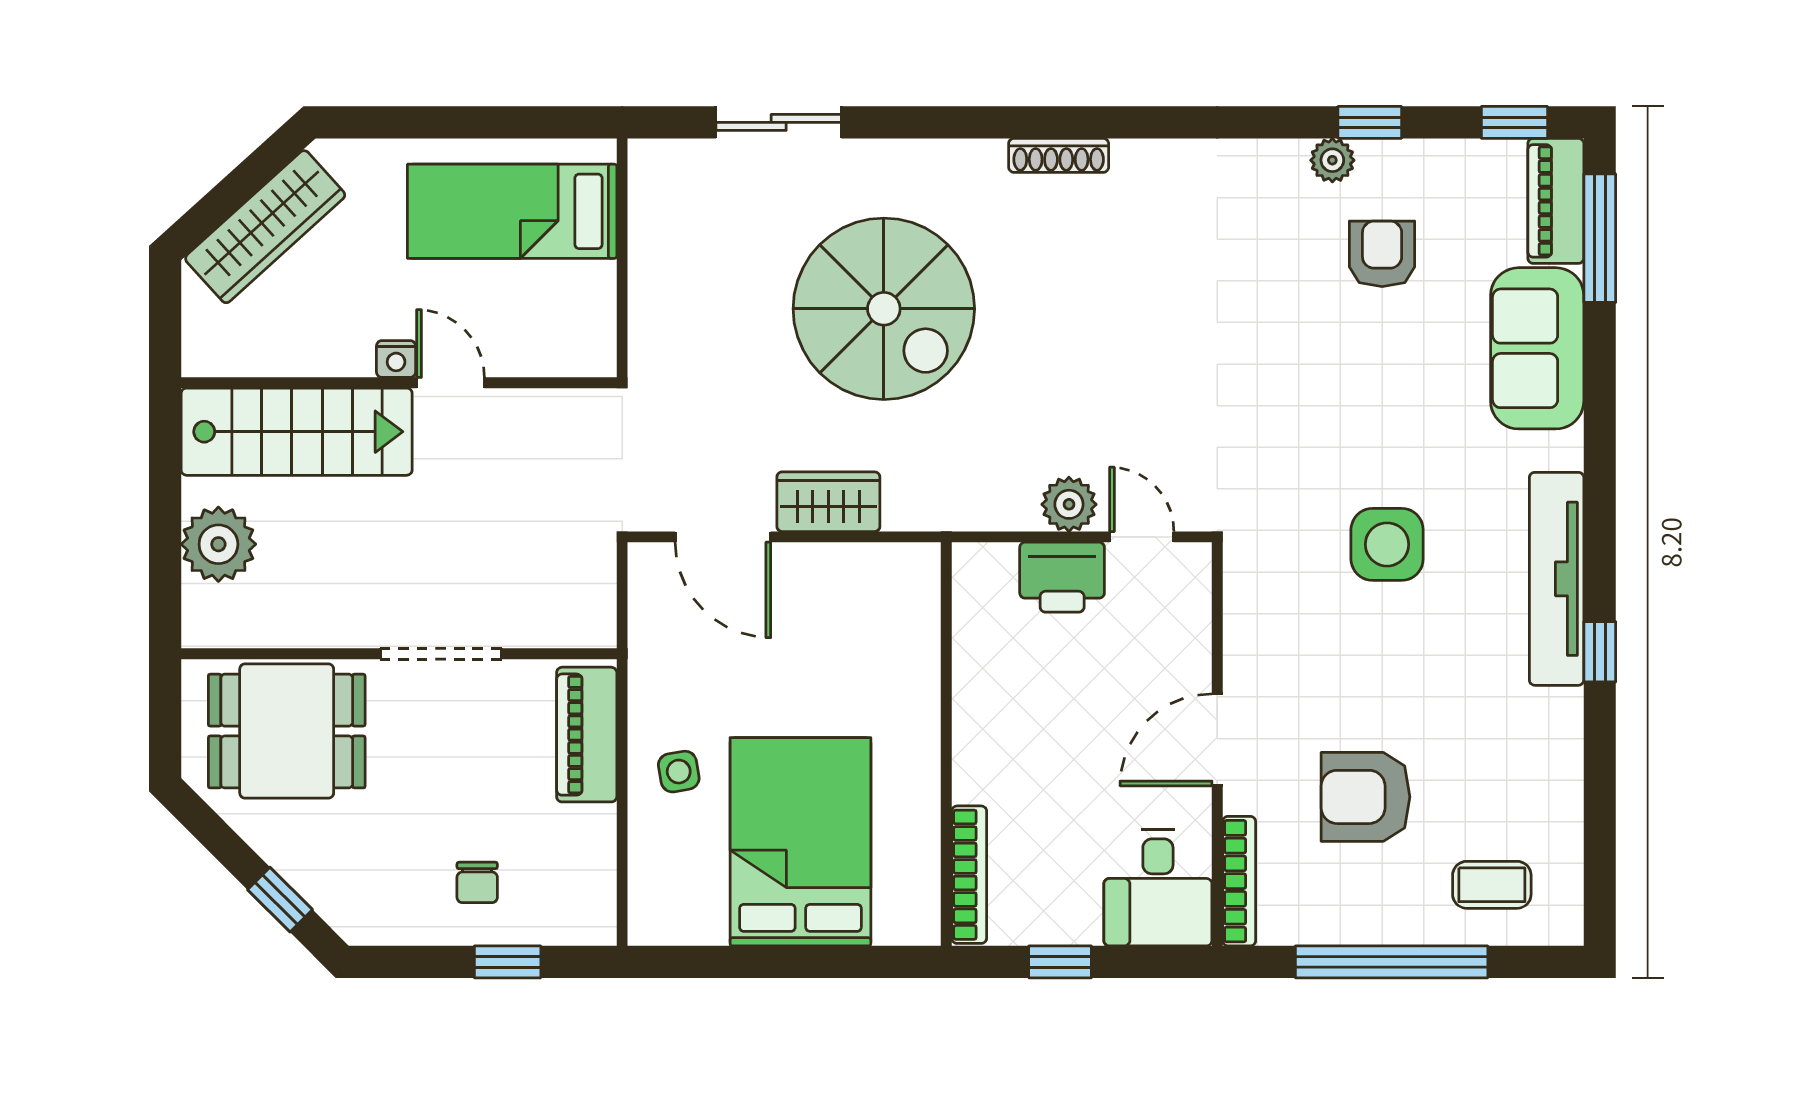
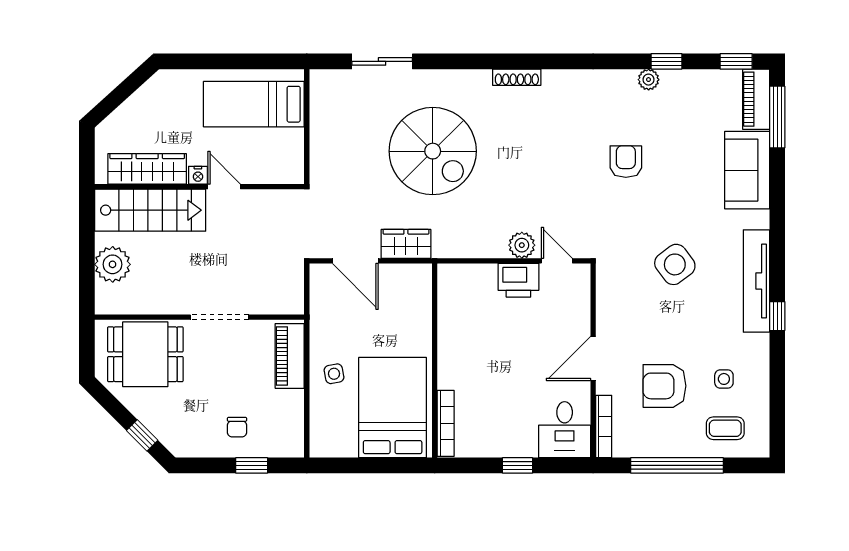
wardrobe: (265, 227) -> (147, 169), moved, turned -138
armchair: (1382, 254) -> (626, 162), moved
side table: (1387, 544) -> (675, 264), turned -37
wall: (946, 744) -> (435, 361), moved
side table: (1489, 782) -> (724, 379), added
bookcase: (969, 875) -> (446, 423), moved

